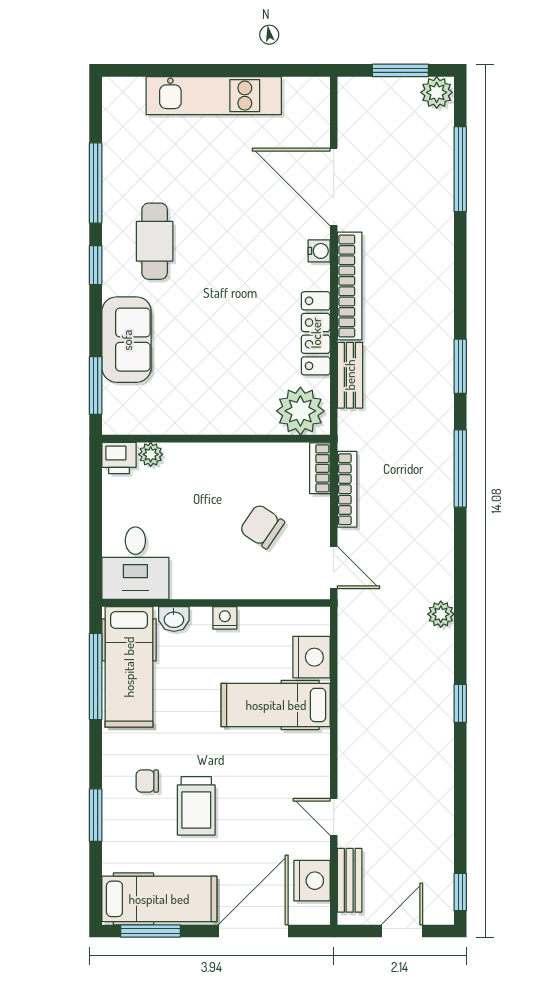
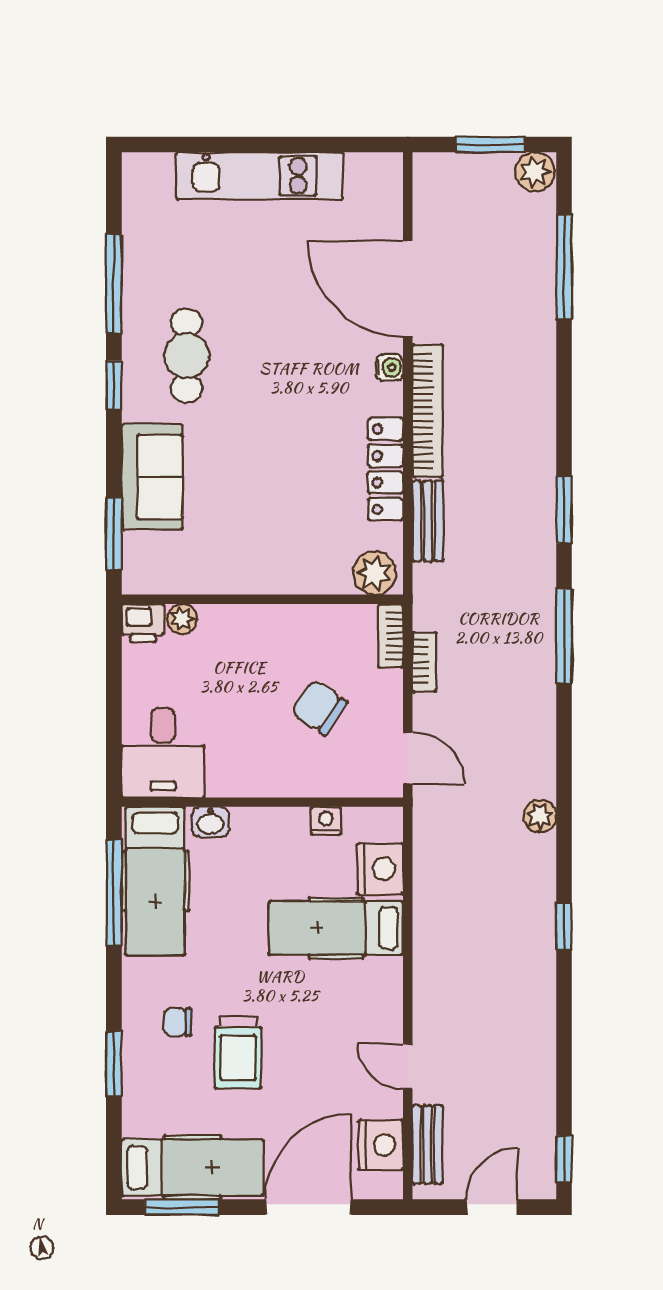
plant: (300, 411) -> (374, 573), width x0.73, depth x0.73
bookcase: (347, 489) -> (424, 662), width x0.64
nightstand: (225, 618) -> (326, 821), moved

